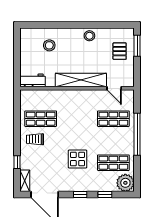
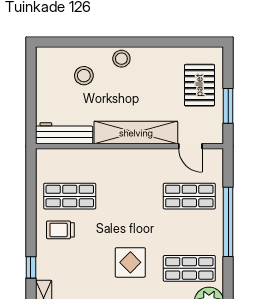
stool: (89, 36) -> (121, 59), moved
window: (137, 46) -> (228, 106), moved
pallet: (120, 51) -> (199, 85), width x1.50, depth x1.42
workbench: (32, 80) -> (64, 133), width x1.38

